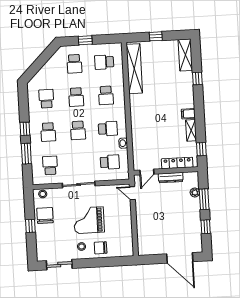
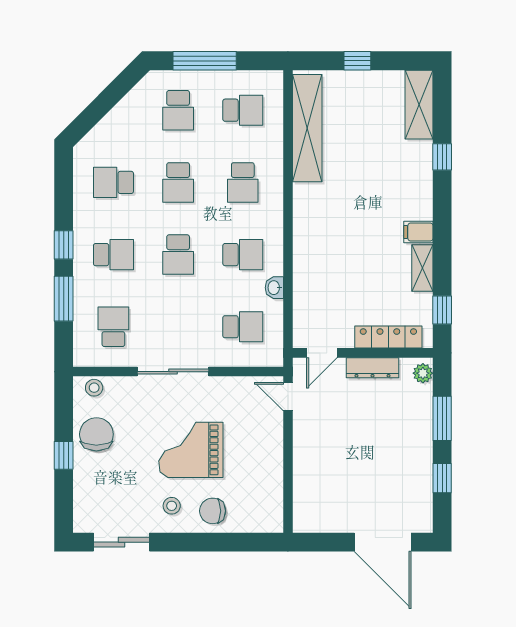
window: (85, 40) -> (205, 61), width x2.17
school desk: (104, 62) -> (243, 110), turned 180
school desk: (46, 99) -> (113, 182), turned -90
school desk: (48, 132) -> (113, 255), turned -90
plant: (195, 192) -> (423, 373), moved

